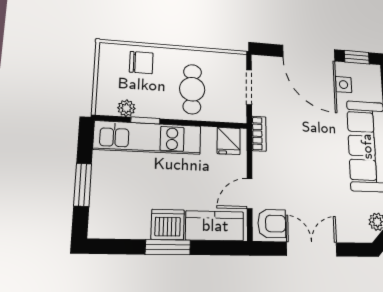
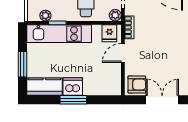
plant: (238, 114) -> (115, 15), added
door: (250, 194) -> (123, 53), moved
kitchen counter: (215, 226) -> (44, 87), moved

